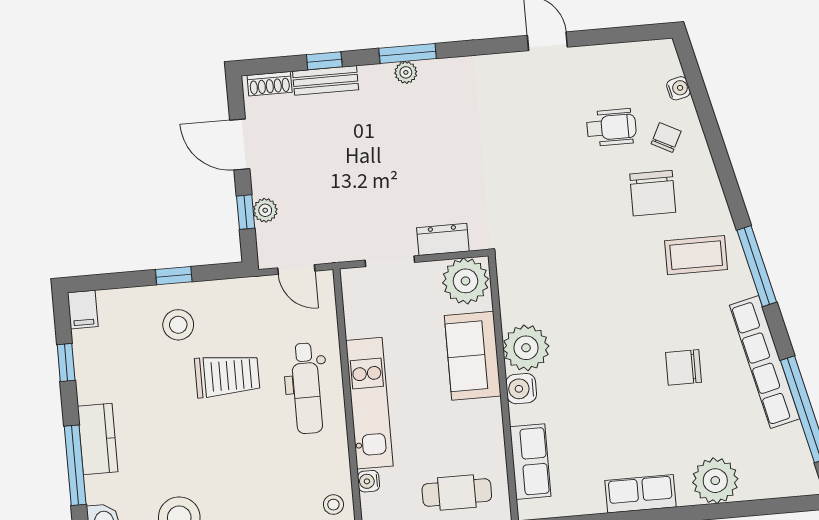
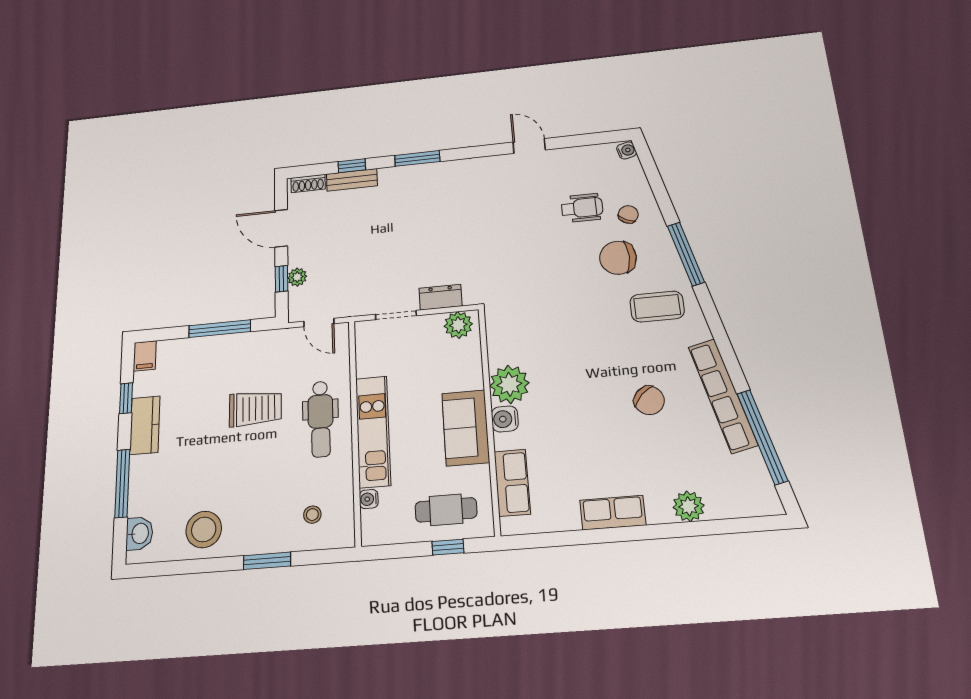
plant: (406, 72) -> (415, 172), removed
water cooler: (678, 88) -> (627, 150), moved
chair: (653, 193) -> (618, 258), turned 90
window: (757, 266) -> (686, 254), moved
window: (174, 276) -> (220, 329), width x2.17
plant: (465, 281) -> (458, 325), width x0.73, depth x0.73
stool: (178, 325) -> (219, 367), removed
sofa: (473, 356) -> (466, 428), moved
chair: (683, 367) -> (649, 400), turned -135
kitchen counter: (98, 439) -> (145, 425), moved
plant: (715, 481) -> (689, 506), width x0.73, depth x0.73
stool: (333, 505) -> (312, 515), moved

